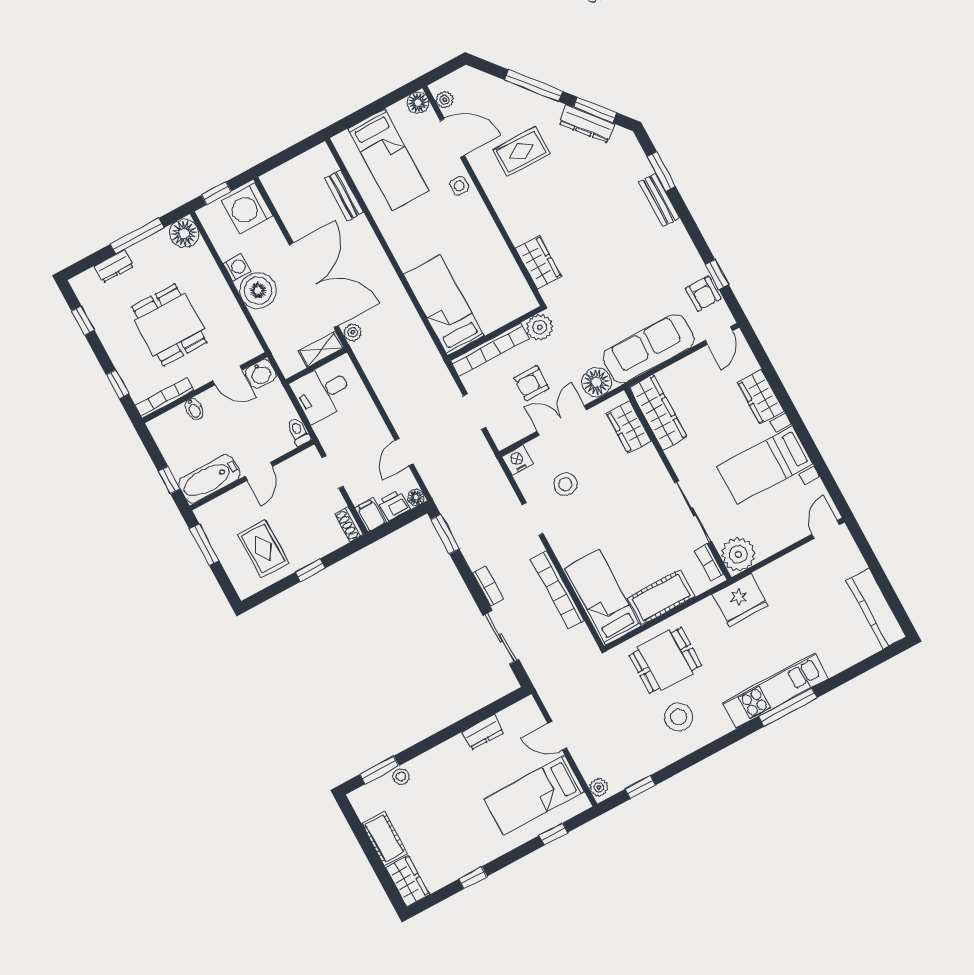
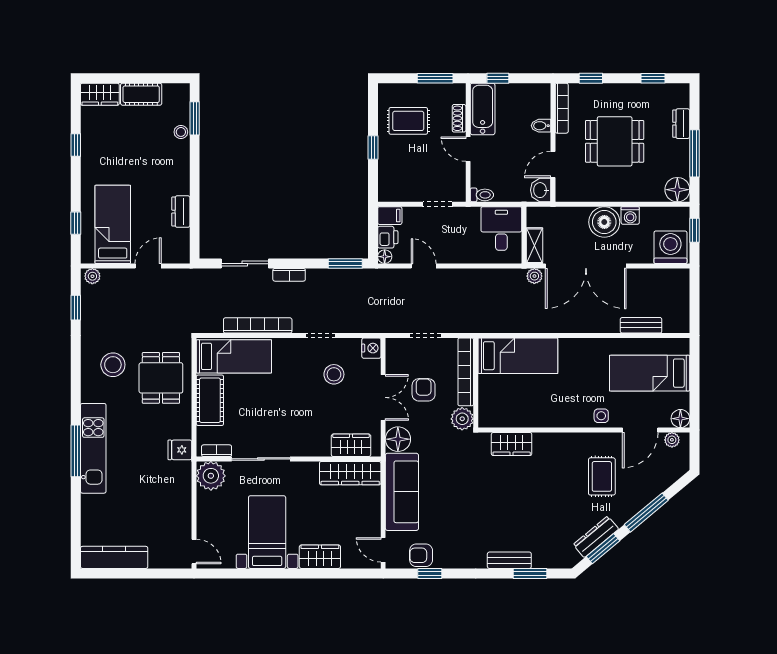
shoe rack: (349, 524) -> (459, 118), moved, turned -90
fridge: (740, 600) -> (180, 450), width x0.53, depth x0.75

